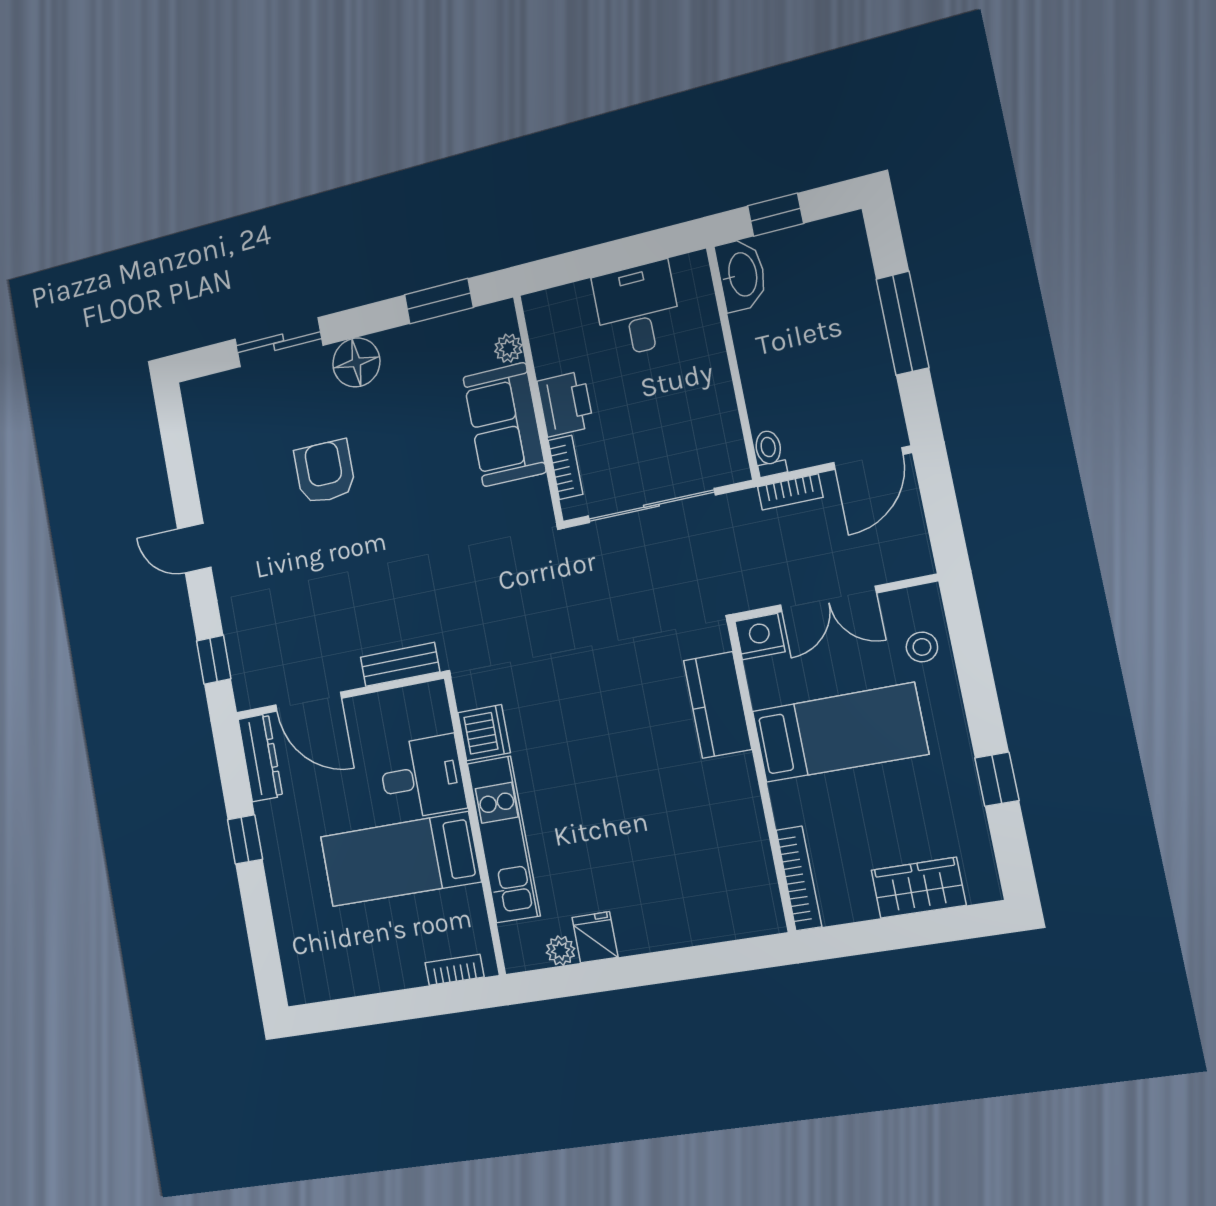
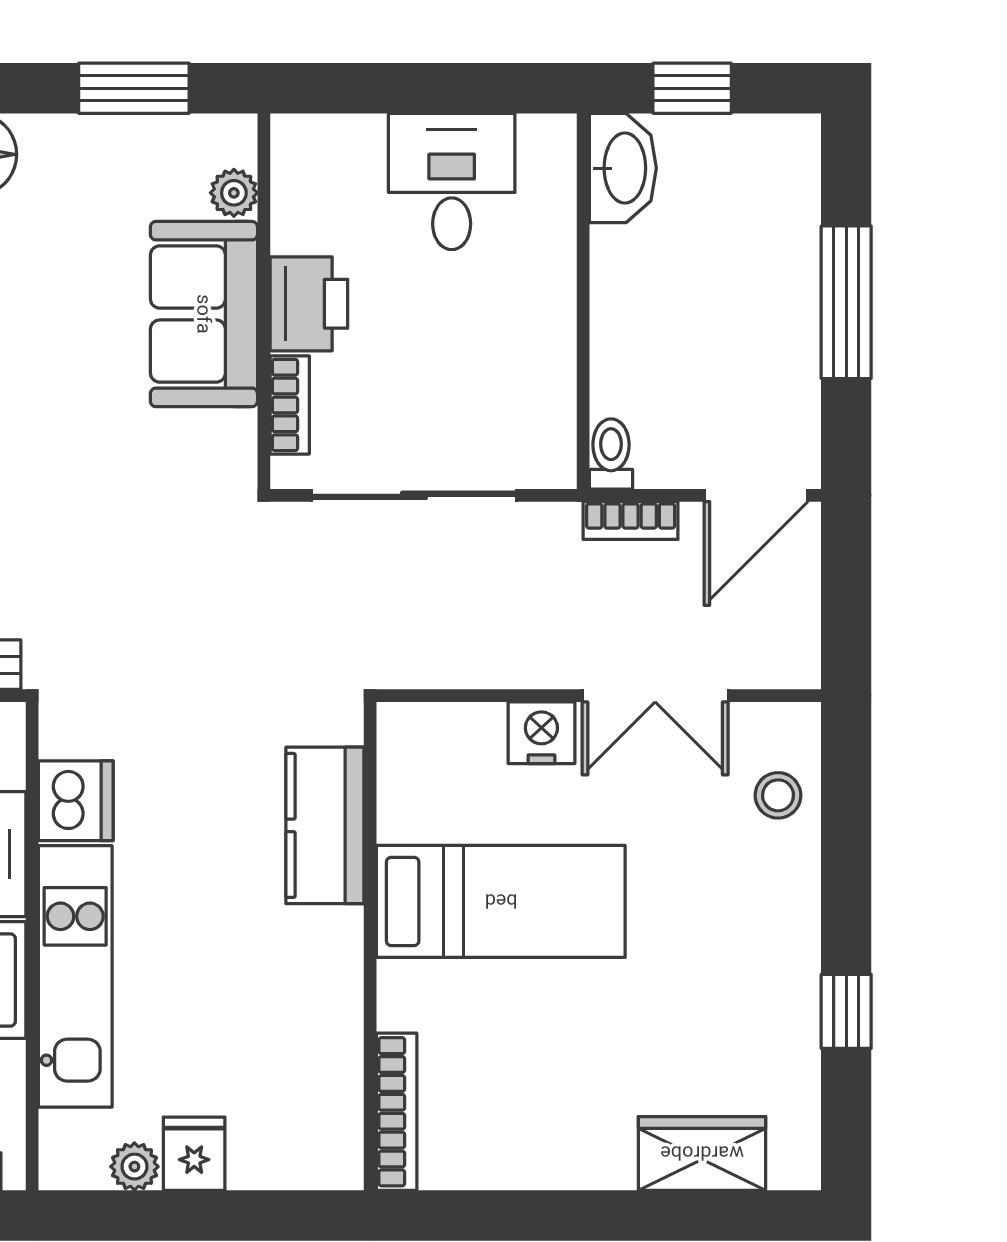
kitchen counter: (718, 705) -> (325, 825), moved
bed: (840, 733) -> (501, 901), moved
wall: (761, 776) -> (370, 946), moved
bookcase: (799, 878) -> (397, 1112), moved

